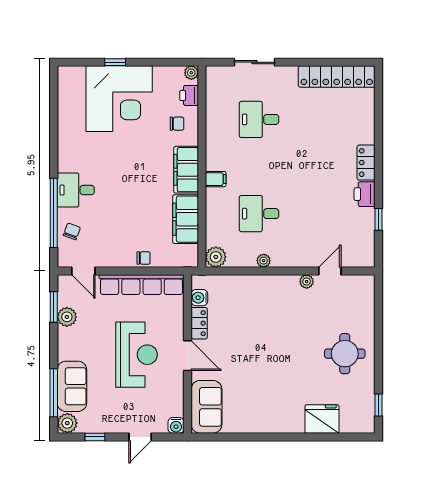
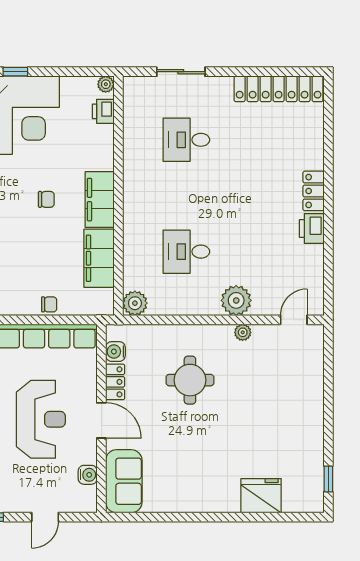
chair: (177, 124) -> (46, 199), moved
filing cabinet: (216, 179) -> (135, 211), removed
window: (379, 219) -> (328, 258), removed
plant: (264, 261) -> (236, 300), moved, width x1.88, depth x1.88
door: (330, 271) -> (294, 320), moved
round table: (345, 354) -> (190, 380), moved
water cooler: (176, 425) -> (88, 475), moved, turned -90

